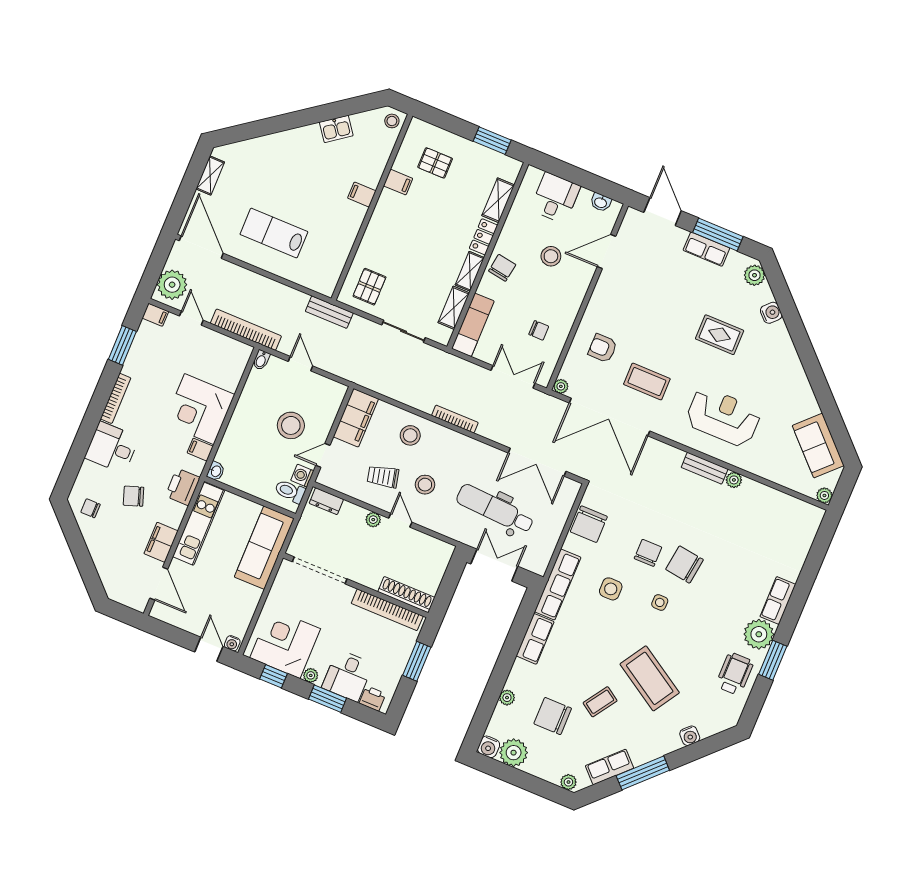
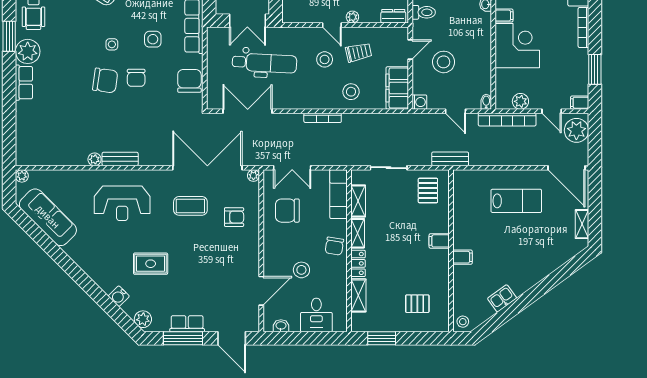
filing cabinet: (398, 182) -> (439, 241), moved
chair: (539, 330) -> (287, 211), width x1.87, depth x1.87
plant: (222, 344) -> (520, 101), added
sofa: (818, 446) -> (48, 217), width x1.36
washing machine: (302, 476) -> (419, 102), moved

